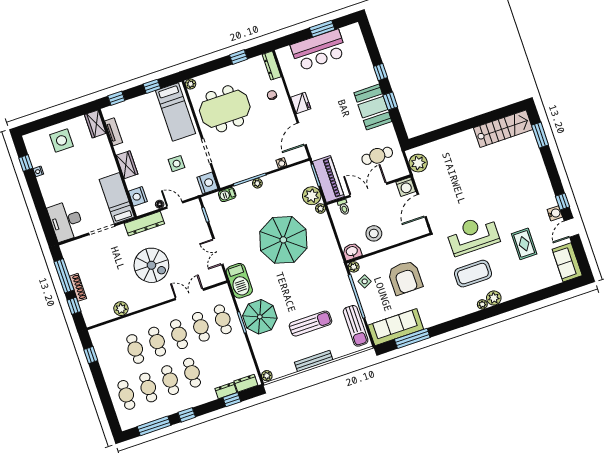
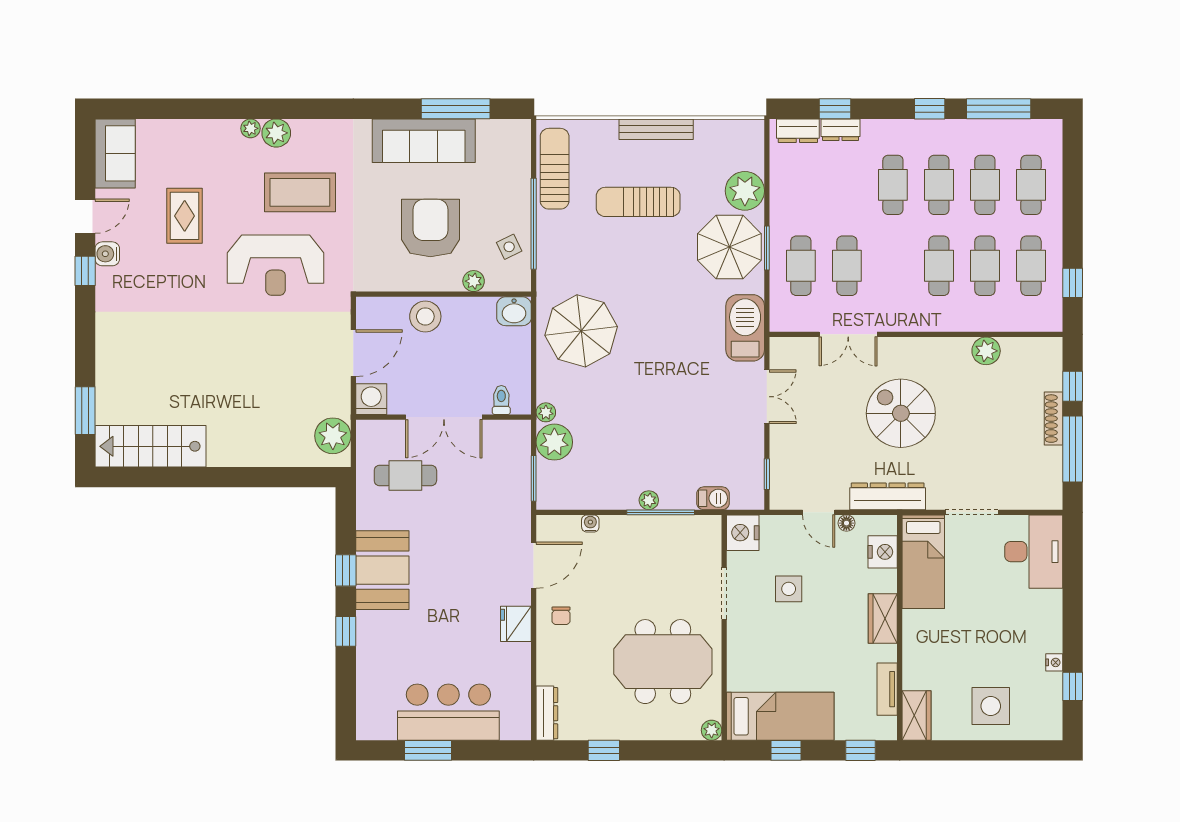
chair: (272, 95) -> (561, 616), moved
bed: (175, 112) -> (780, 716), moved, turned 90
piano: (328, 179) -> (512, 463), removed
stool: (374, 233) -> (425, 316), moved
parasol: (283, 240) -> (581, 331), moved, width x0.73, depth x0.73
plant: (354, 267) -> (474, 281), moved
plant: (482, 304) -> (250, 128), moved
sofa: (396, 327) -> (424, 141), moved
cafe table: (179, 334) -> (1031, 266), moved
plant: (267, 376) -> (745, 191), moved, width x1.88, depth x1.88

